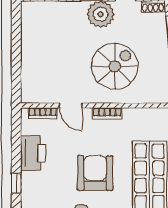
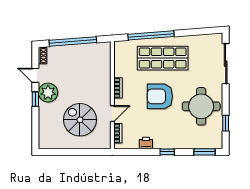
spiral stairs: (115, 66) -> (80, 120), moved
printer: (33, 153) -> (146, 143), width x0.53, depth x0.68

